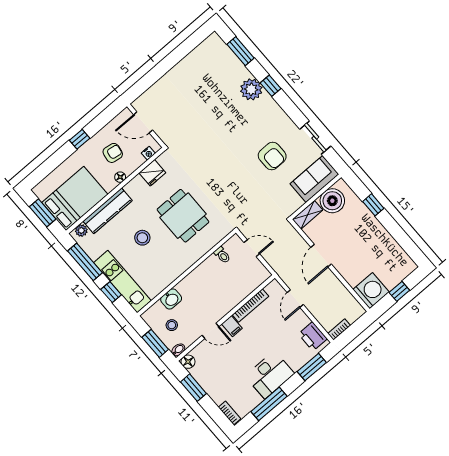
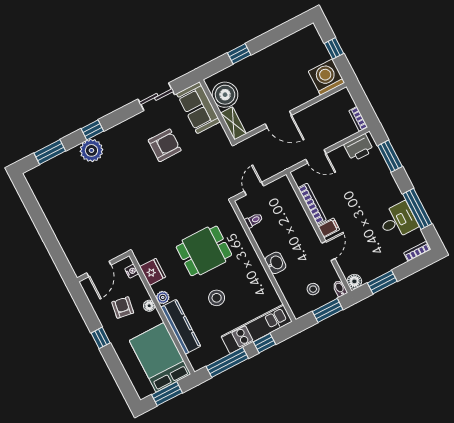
plant: (81, 230) -> (163, 297), moved
washbasin: (171, 299) -> (276, 263), moved
desk: (270, 375) -> (398, 221), moved, width x0.73

